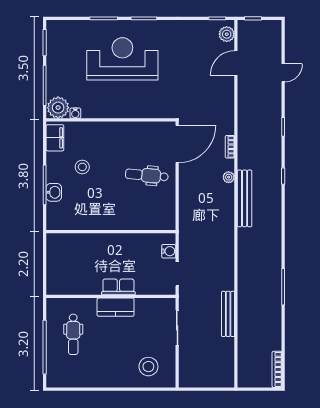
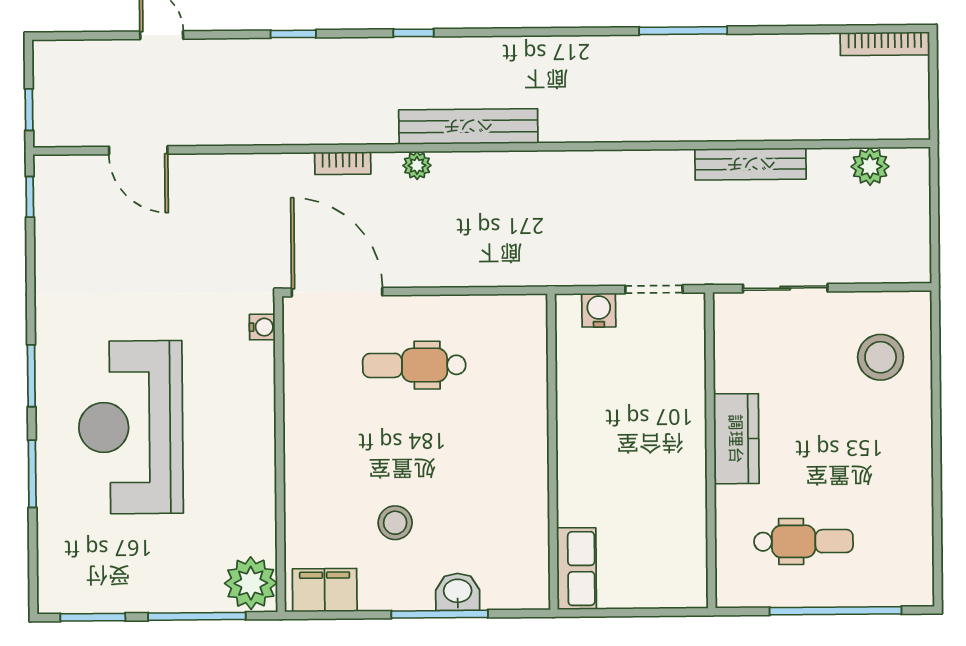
plant: (227, 34) -> (870, 166), moved
water cooler: (75, 113) -> (262, 327), moved
dental chair: (147, 175) -> (414, 365), turned 85
row of seats: (118, 287) -> (577, 569), moved, turned 180

